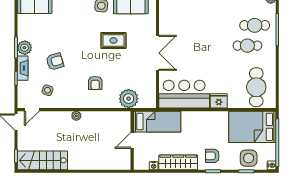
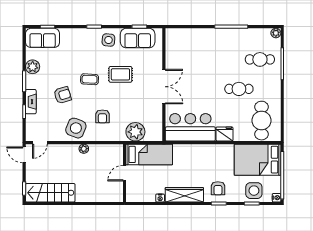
coffee table: (82, 45) -> (90, 79), added
cafe table: (247, 46) -> (239, 89), moved
plant: (25, 48) -> (33, 67), moved
side table: (47, 90) -> (76, 128), moved, width x1.87, depth x1.87
bed: (157, 122) -> (149, 154), moved
door: (132, 140) -> (124, 173), moved
wall: (132, 140) -> (124, 173), moved
armchair: (212, 156) -> (218, 188), turned -90

